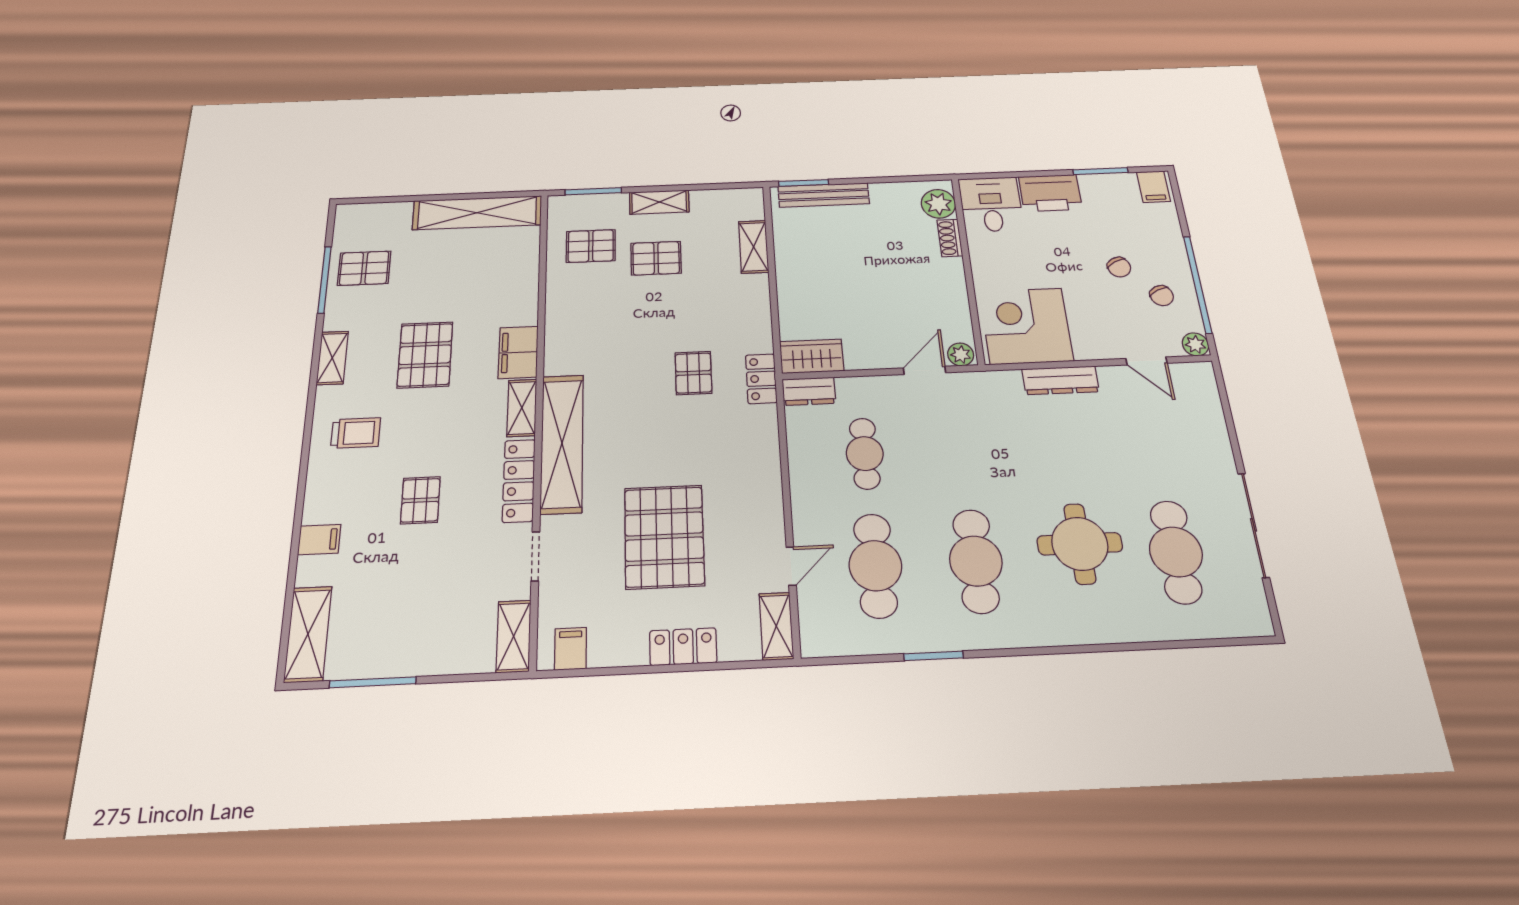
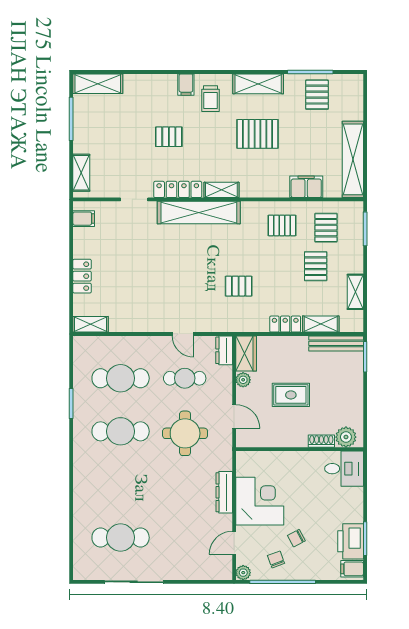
printer: (1050, 193) -> (351, 541), moved
bench: (824, 195) -> (336, 343), moved, turned 90
shelving: (659, 202) -> (355, 292), moved
rug: (877, 285) -> (291, 395), added
chair: (1162, 296) -> (276, 559), turned 96
corner desk: (1026, 326) -> (260, 501), moved
filing cabinet: (518, 352) -> (306, 187), moved
plant: (961, 354) -> (243, 380), moved
shelving: (332, 358) -> (258, 84), width x1.50, depth x1.33
locker: (761, 379) -> (285, 324), moved
pallet: (664, 536) -> (282, 225), moved, width x0.49, depth x0.50
filing cabinet: (319, 540) -> (186, 85), moved
round table: (1080, 544) -> (185, 433), moved
door: (791, 566) -> (183, 334), moved
shelving: (514, 636) -> (81, 173), moved, turned 90

